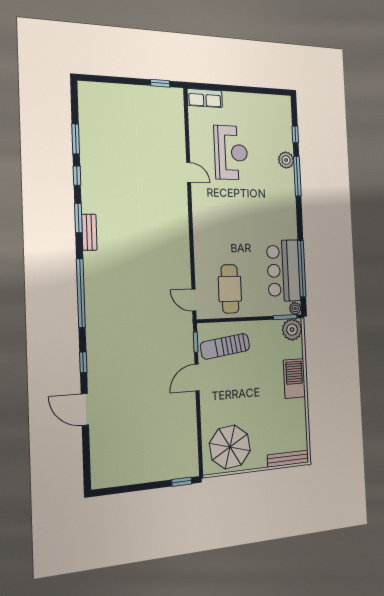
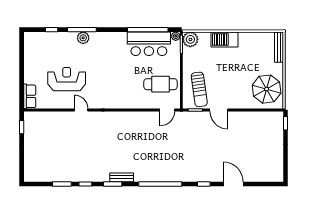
plant: (286, 160) -> (83, 38), moved
door: (189, 172) -> (81, 110), hinge flipped
door: (85, 409) -> (233, 184), swing flipped

